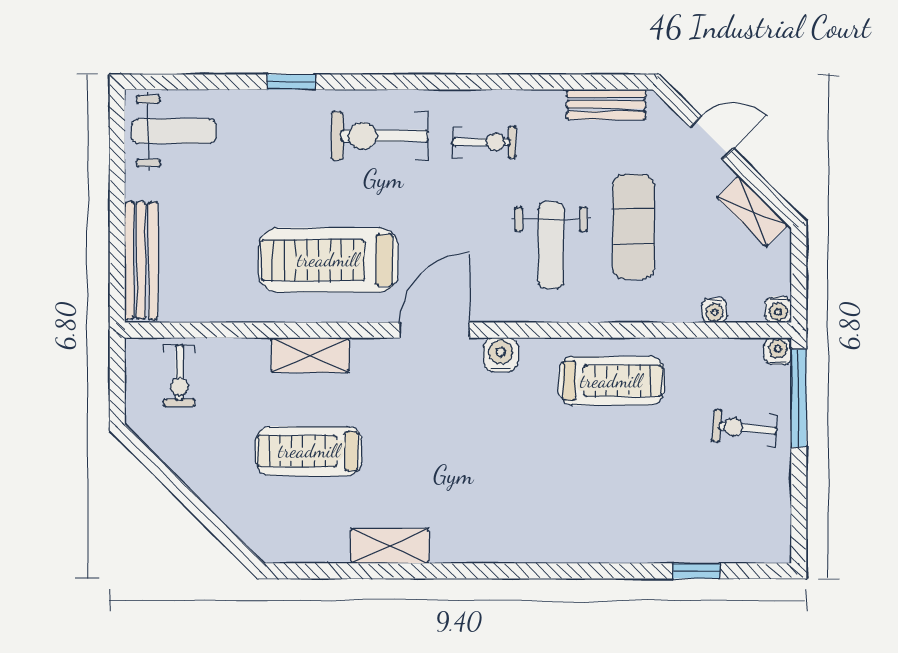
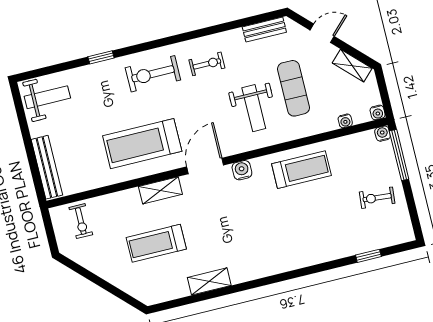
shelving: (310, 355) -> (160, 190), moved
exercise bike: (745, 428) -> (377, 198), moved

